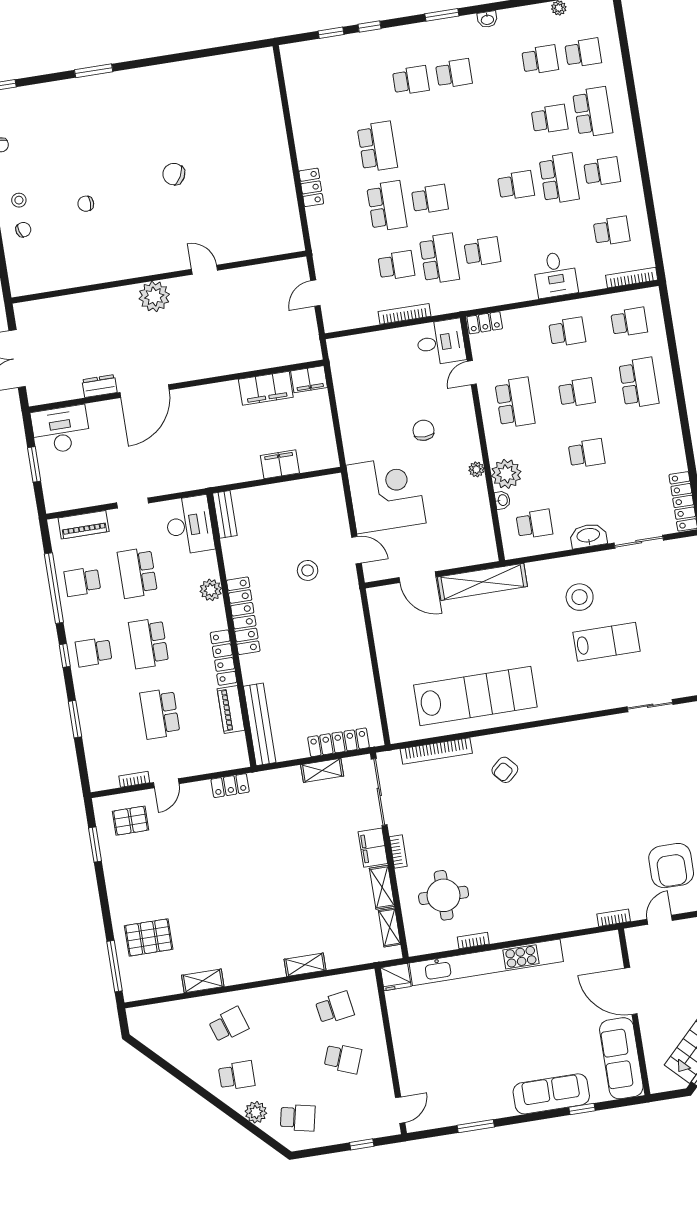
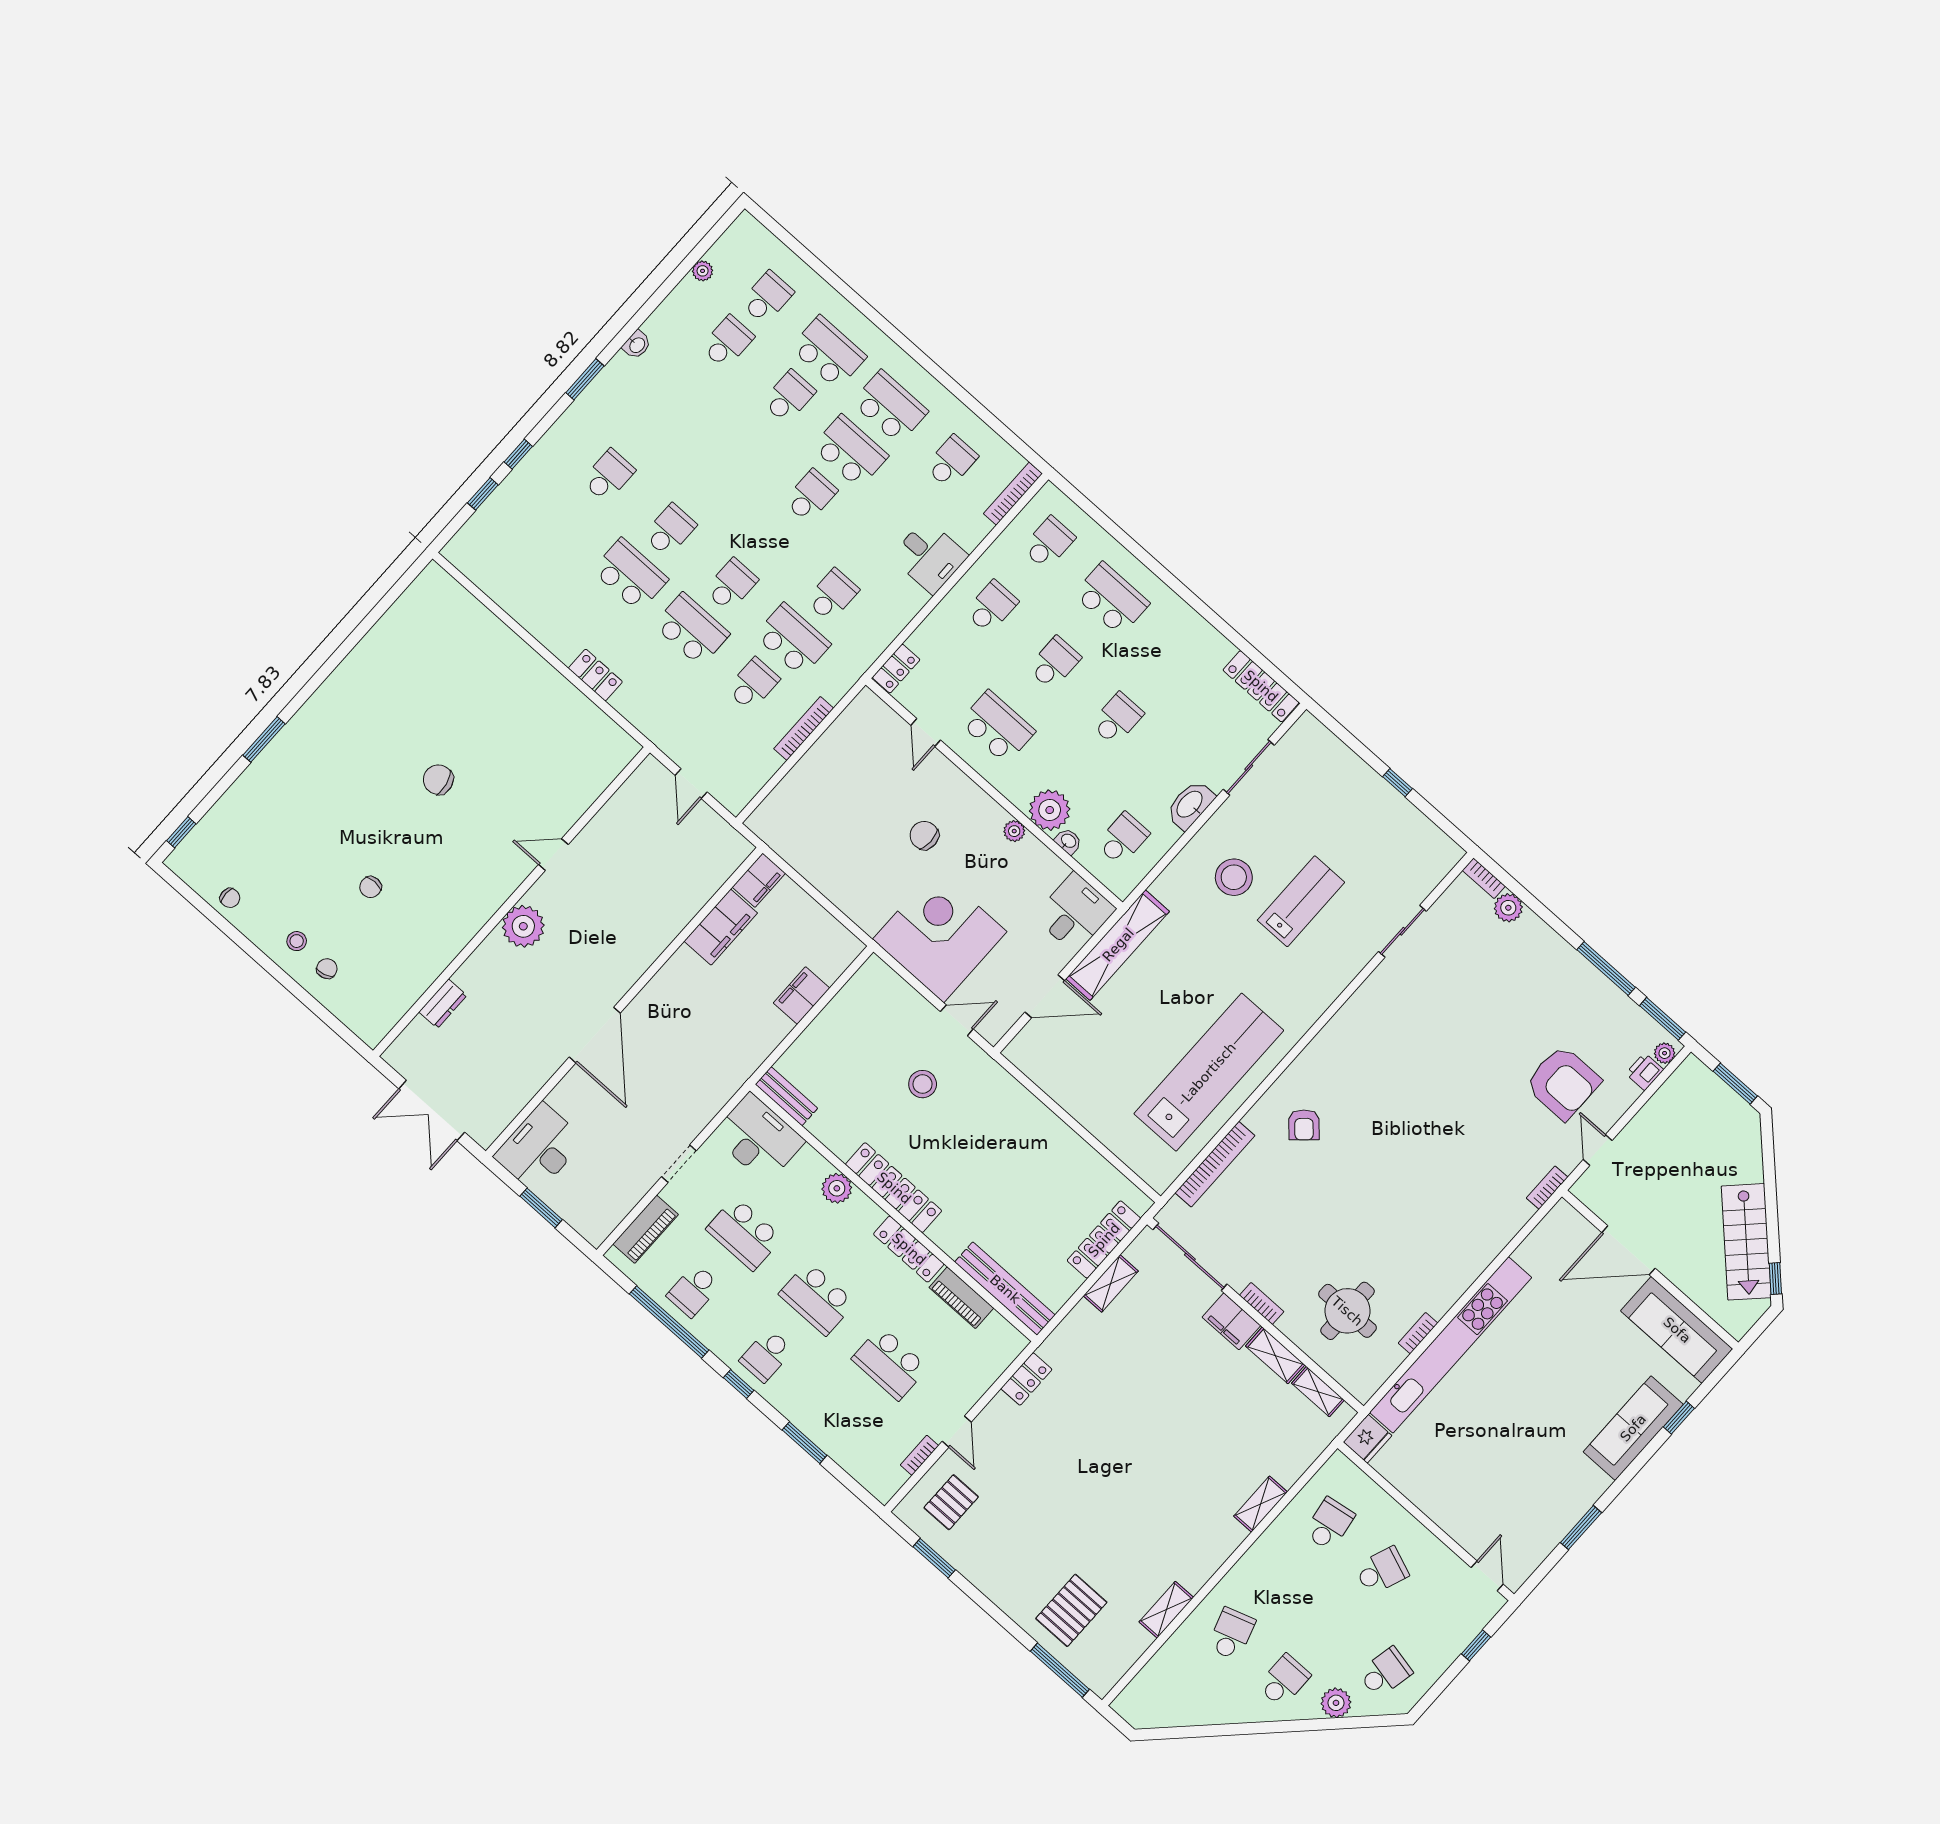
school desk: (454, 73) -> (670, 530), moved
school desk: (602, 172) -> (890, 407), width x1.85
chair: (174, 174) -> (438, 780), turned 49
desk: (441, 342) -> (1075, 913), moved
dresser: (100, 386) -> (443, 1004), moved, turned 180

